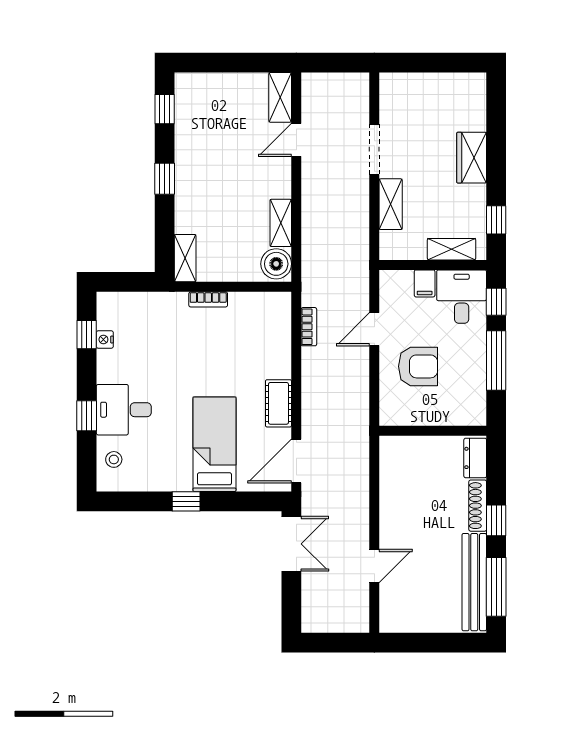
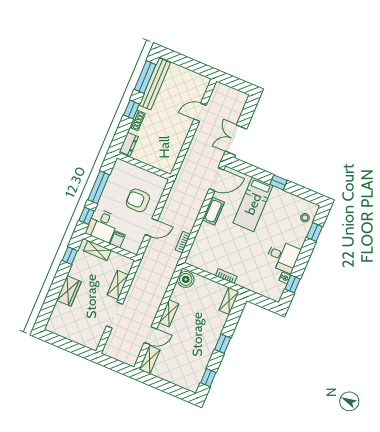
shelving: (281, 223) -> (169, 313), moved
desk: (124, 410) -> (283, 256), moved
window: (87, 416) -> (314, 232), moved
shoe rack: (478, 506) -> (137, 120), width x0.70

